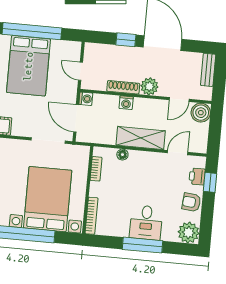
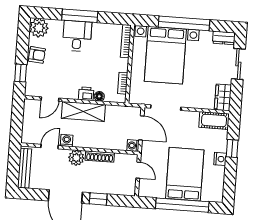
bench: (208, 70) -> (25, 168), width x1.36
washing machine: (126, 103) -> (67, 141), moved
boiler: (201, 113) -> (30, 135), removed
printer: (197, 176) -> (86, 94), moved, turned -90

